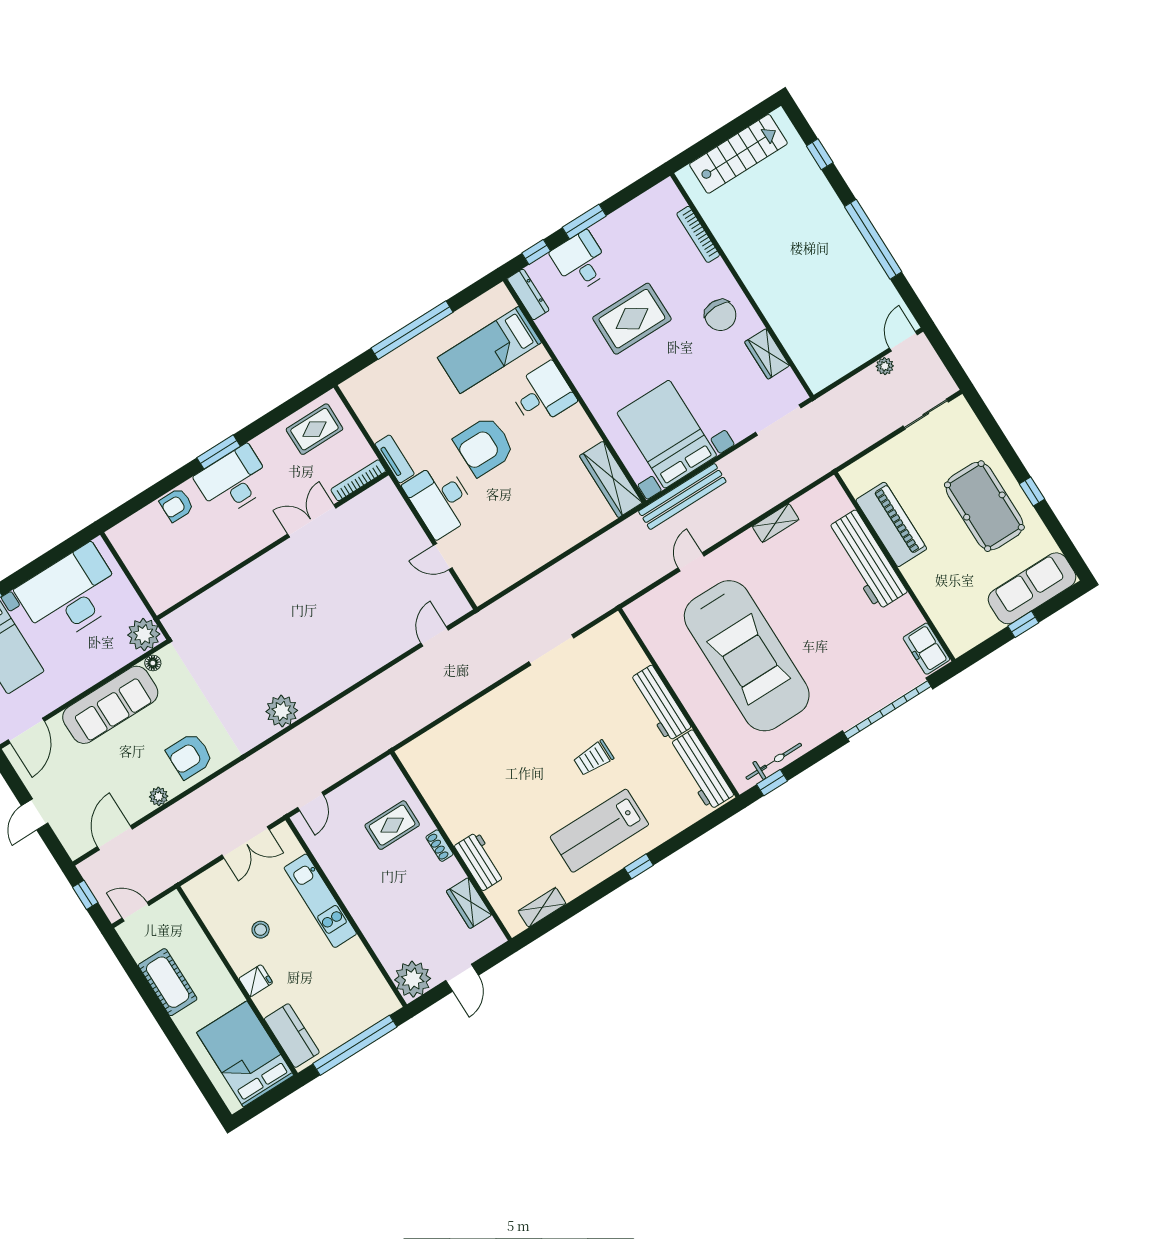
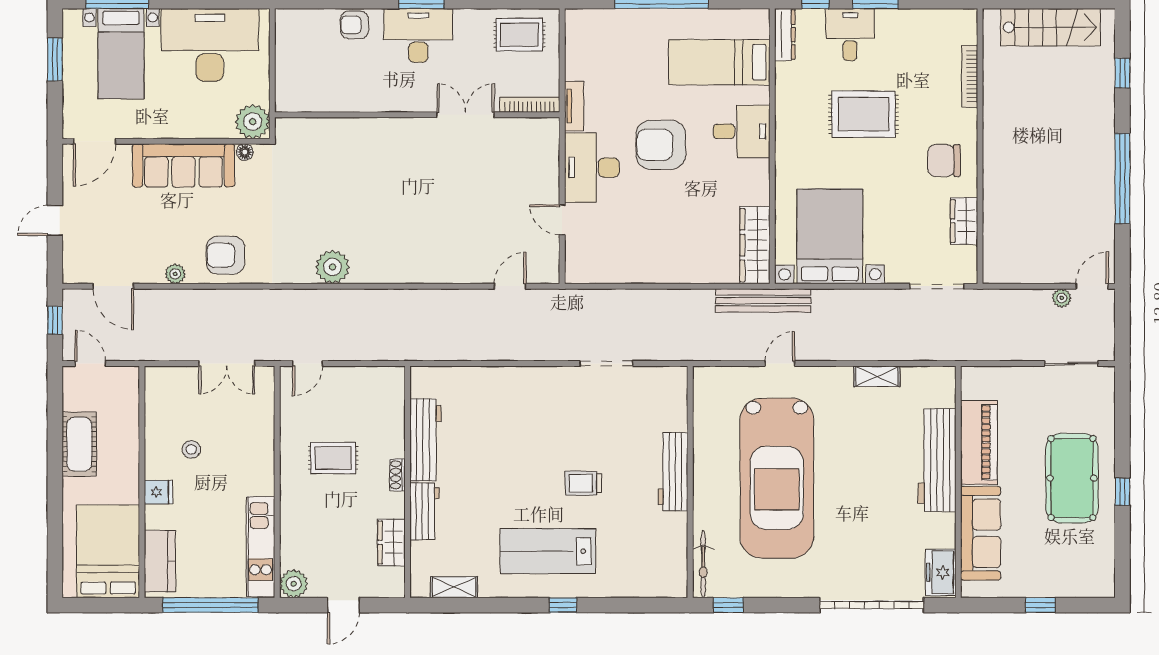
chair: (720, 315) -> (944, 161), turned 90
bench: (682, 496) -> (763, 300), moved
sofa: (1032, 588) -> (981, 533), moved, turned 90
bicycle: (774, 761) -> (703, 564), moved, turned 90
workbench: (701, 770) -> (425, 440), moved, turned 180
rug: (392, 825) -> (333, 458), moved
door: (115, 838) -> (113, 286), swing flipped
kitchen unit: (320, 901) -> (261, 547), moved
plant: (413, 979) -> (294, 584), width x0.73, depth x0.73

